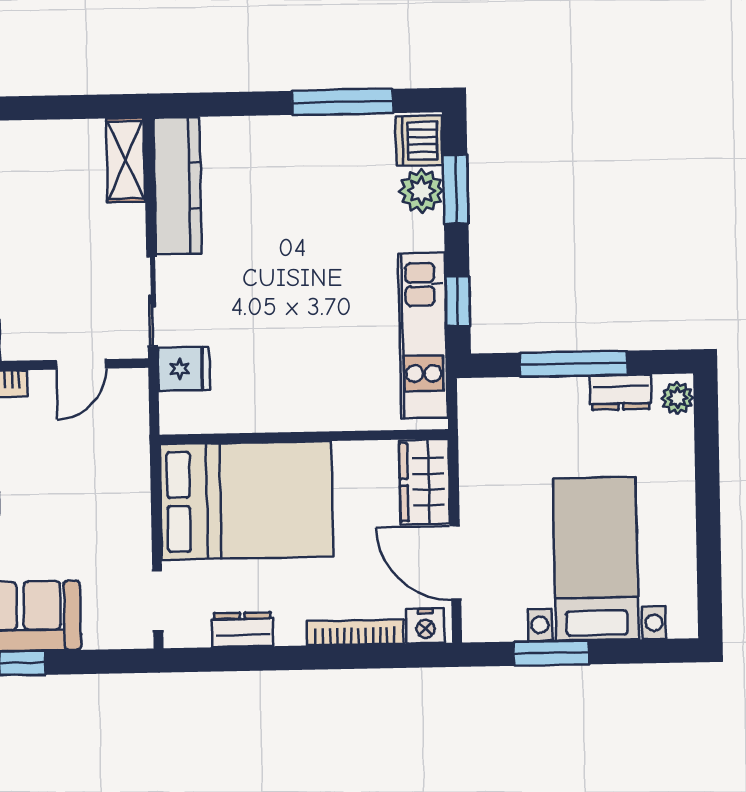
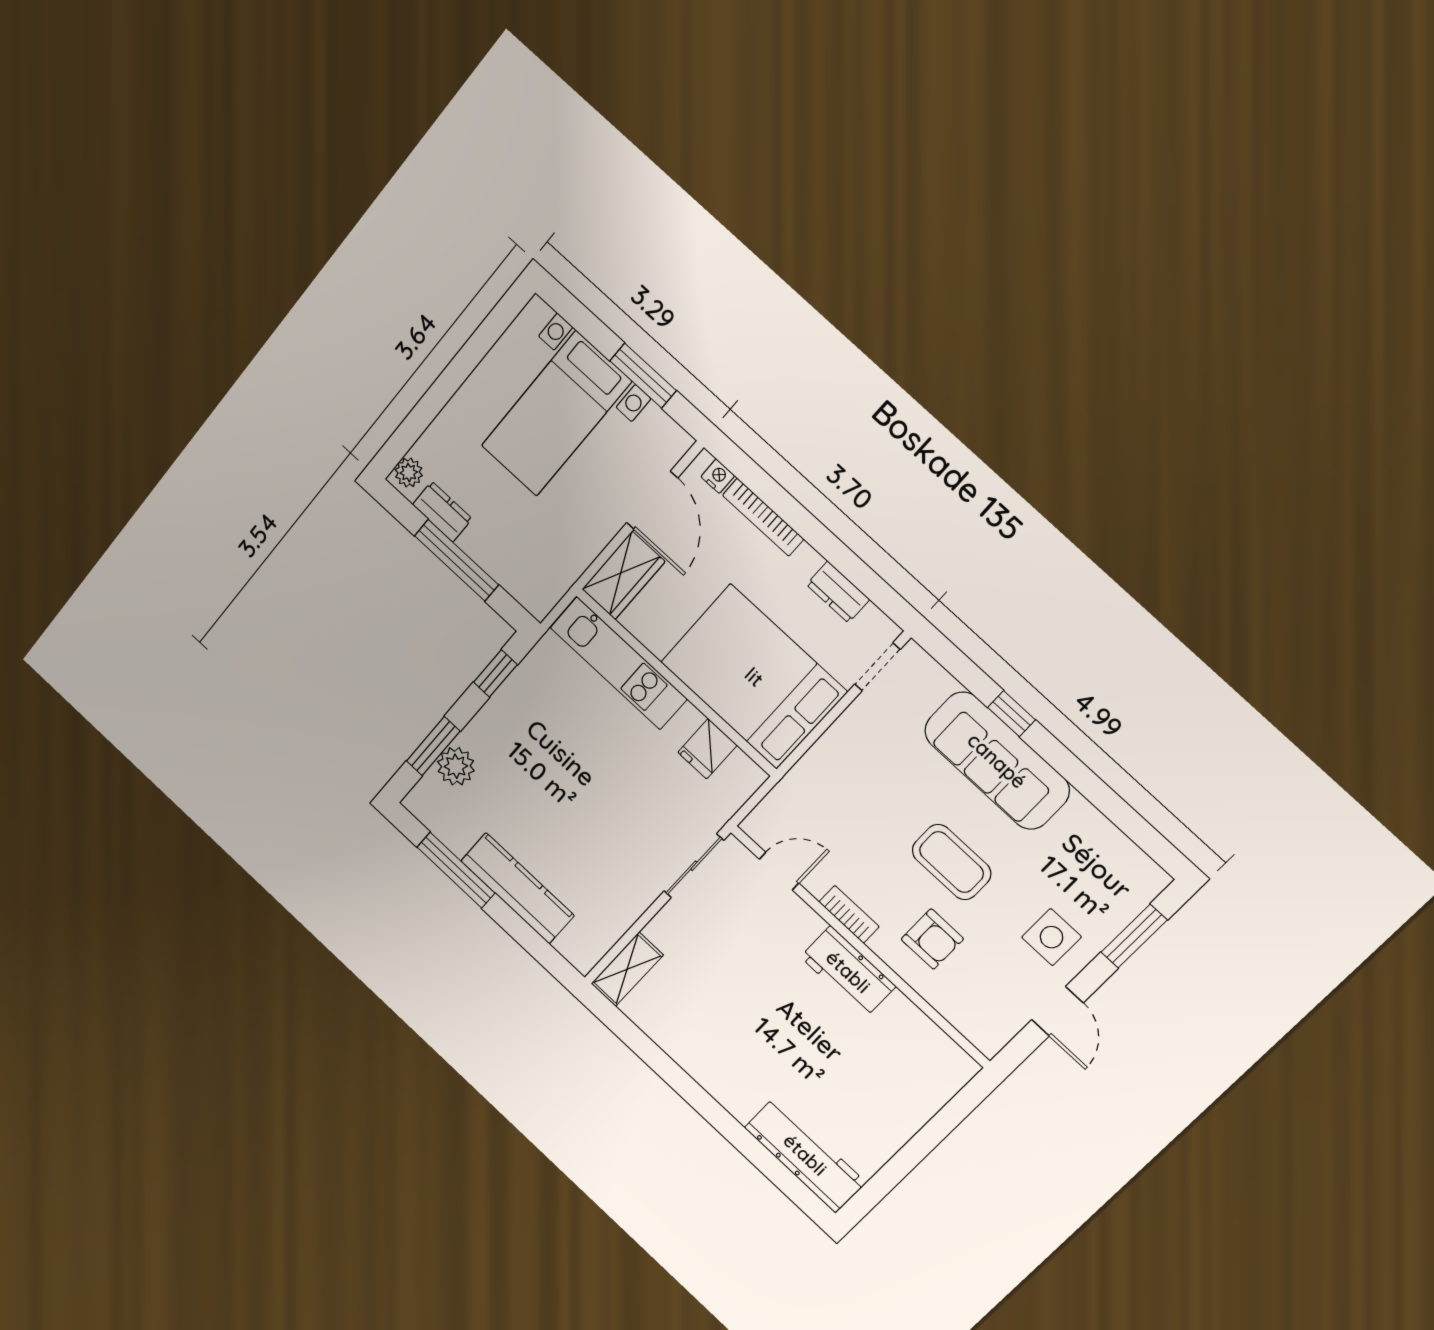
dishwasher: (419, 141) -> (429, 799), removed
kitchen counter: (177, 186) -> (518, 888), moved, turned 90
kitchen unit: (423, 336) -> (619, 663), moved, turned 90
fridge: (184, 369) -> (707, 749), moved, turned -90
nightstand: (425, 626) -> (718, 476), width x0.72, depth x0.74

